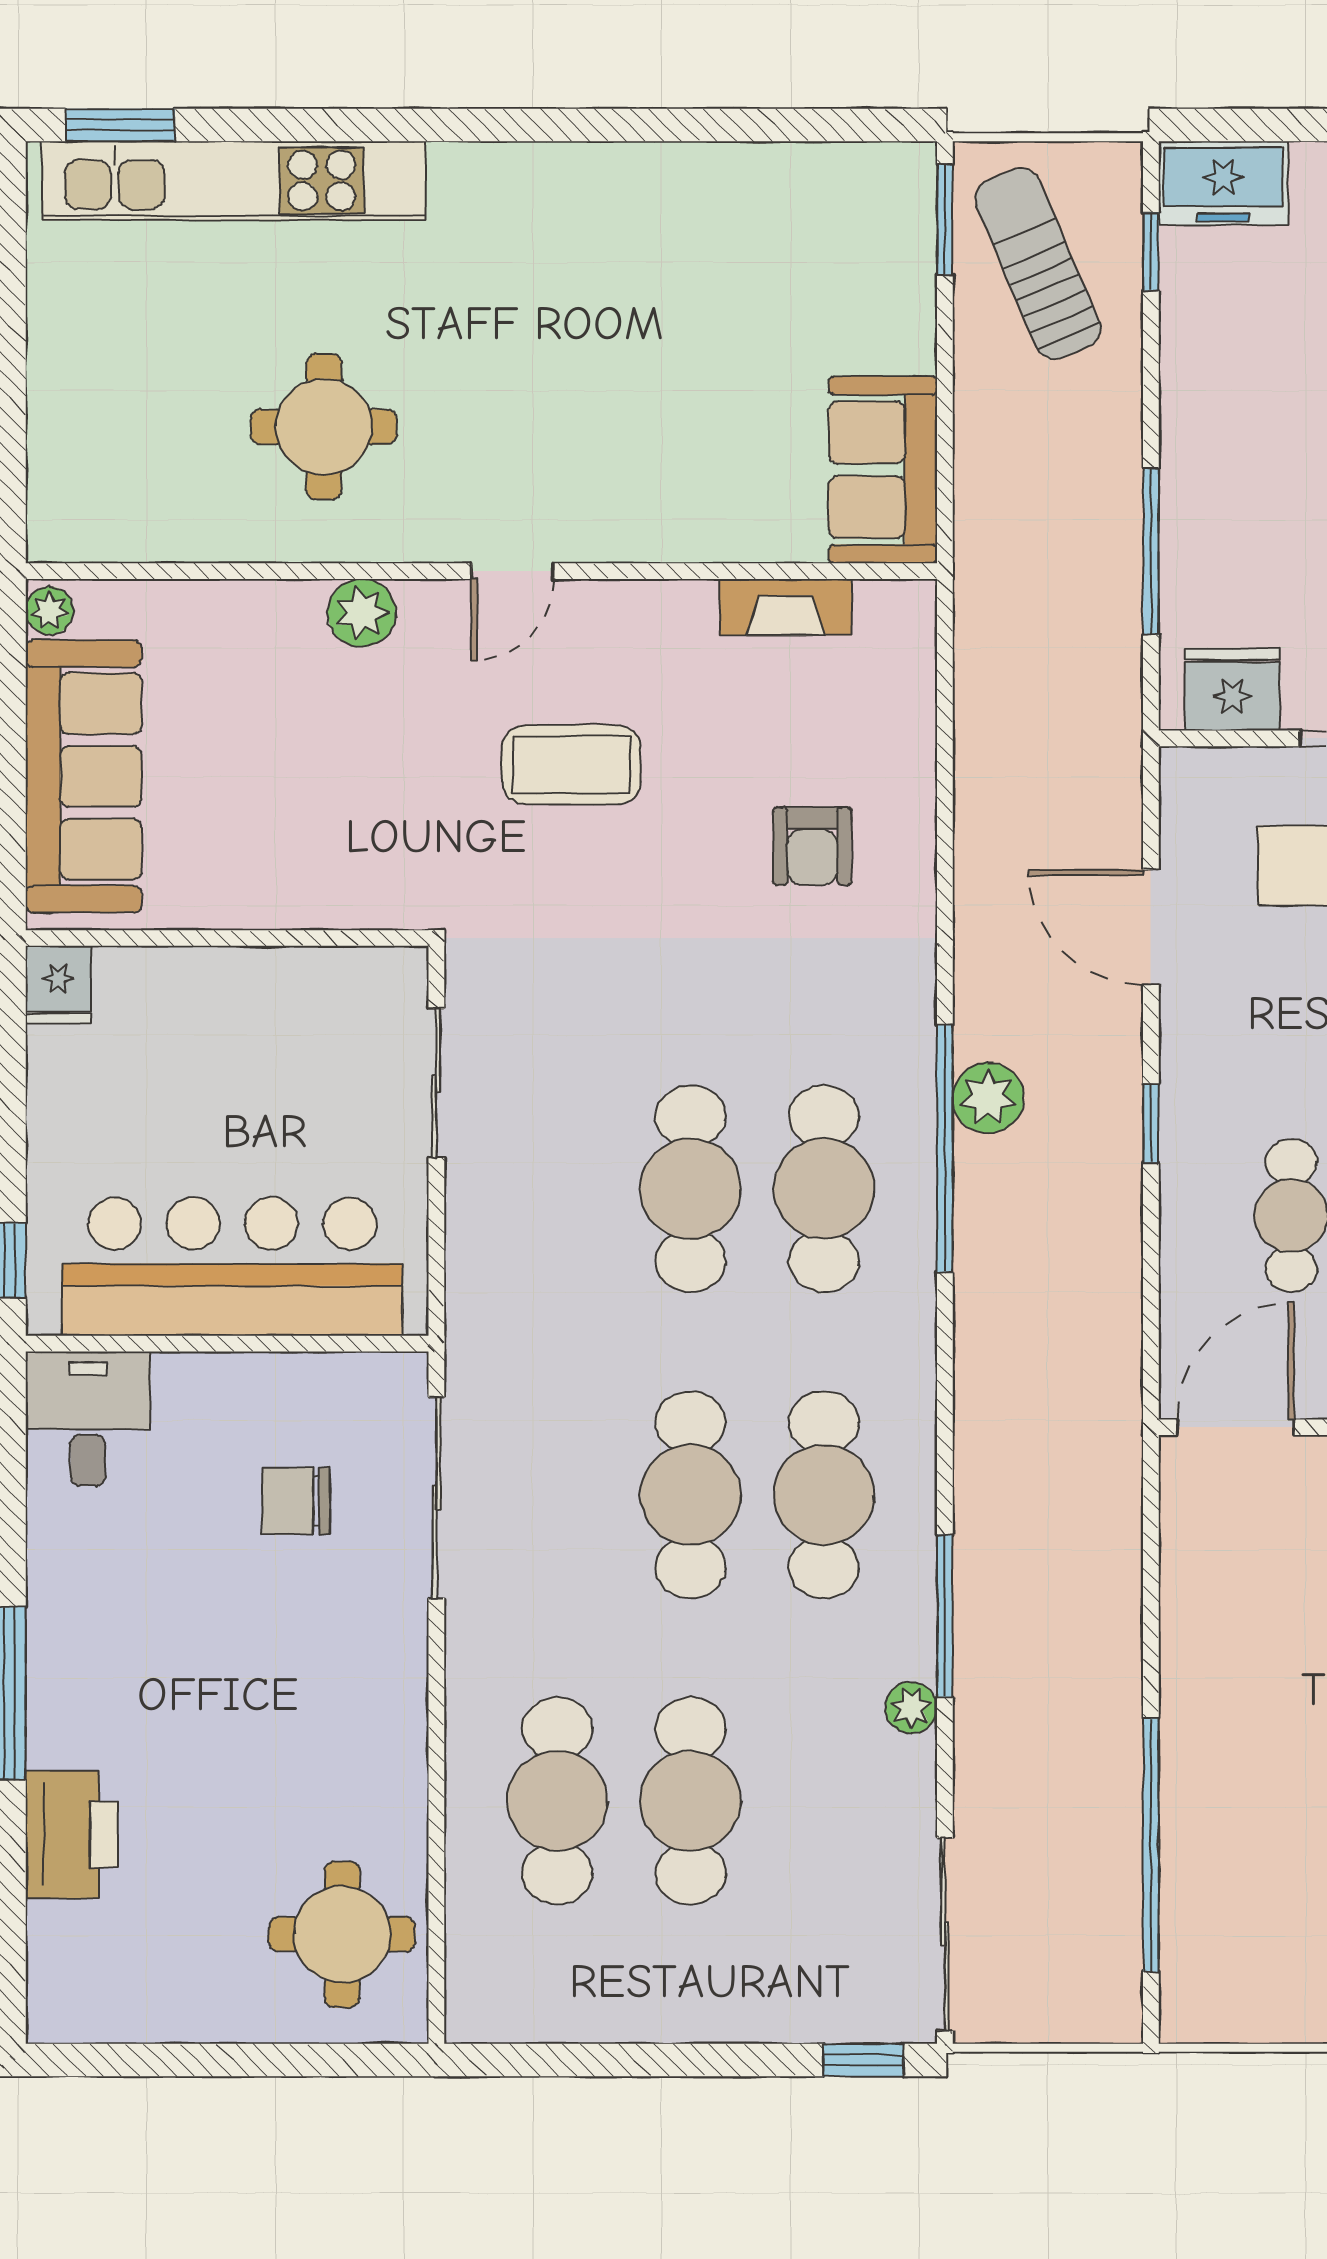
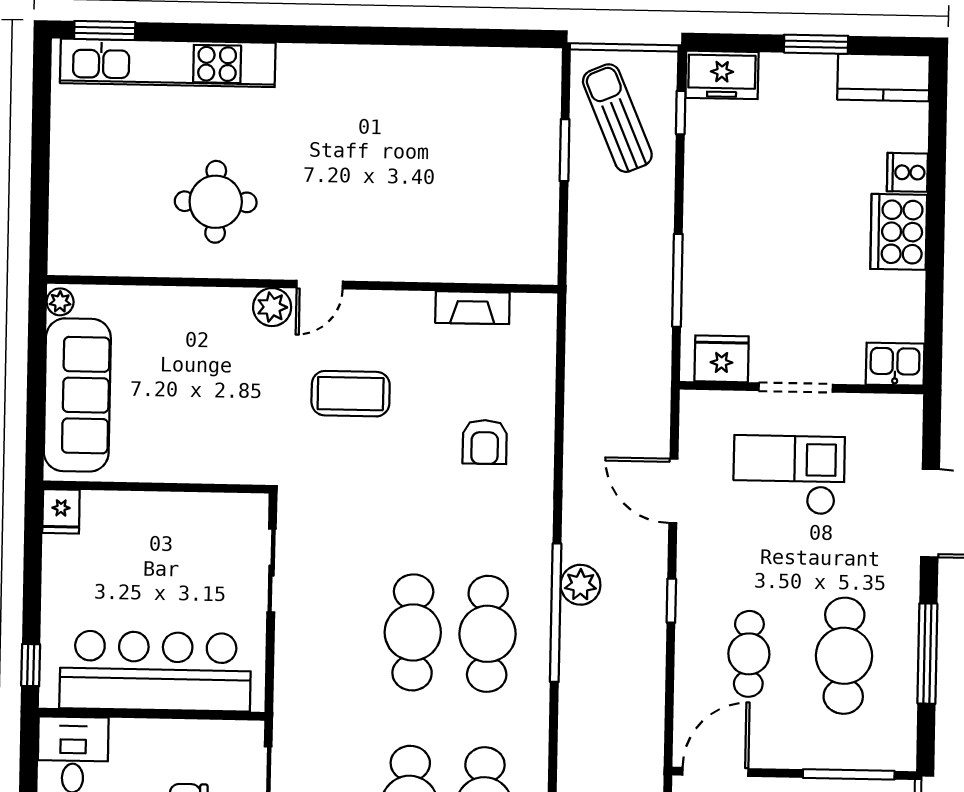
window: (945, 220) -> (565, 150), moved
sofa: (883, 470) -> (528, 232), removed
plant: (362, 613) -> (272, 307), moved

